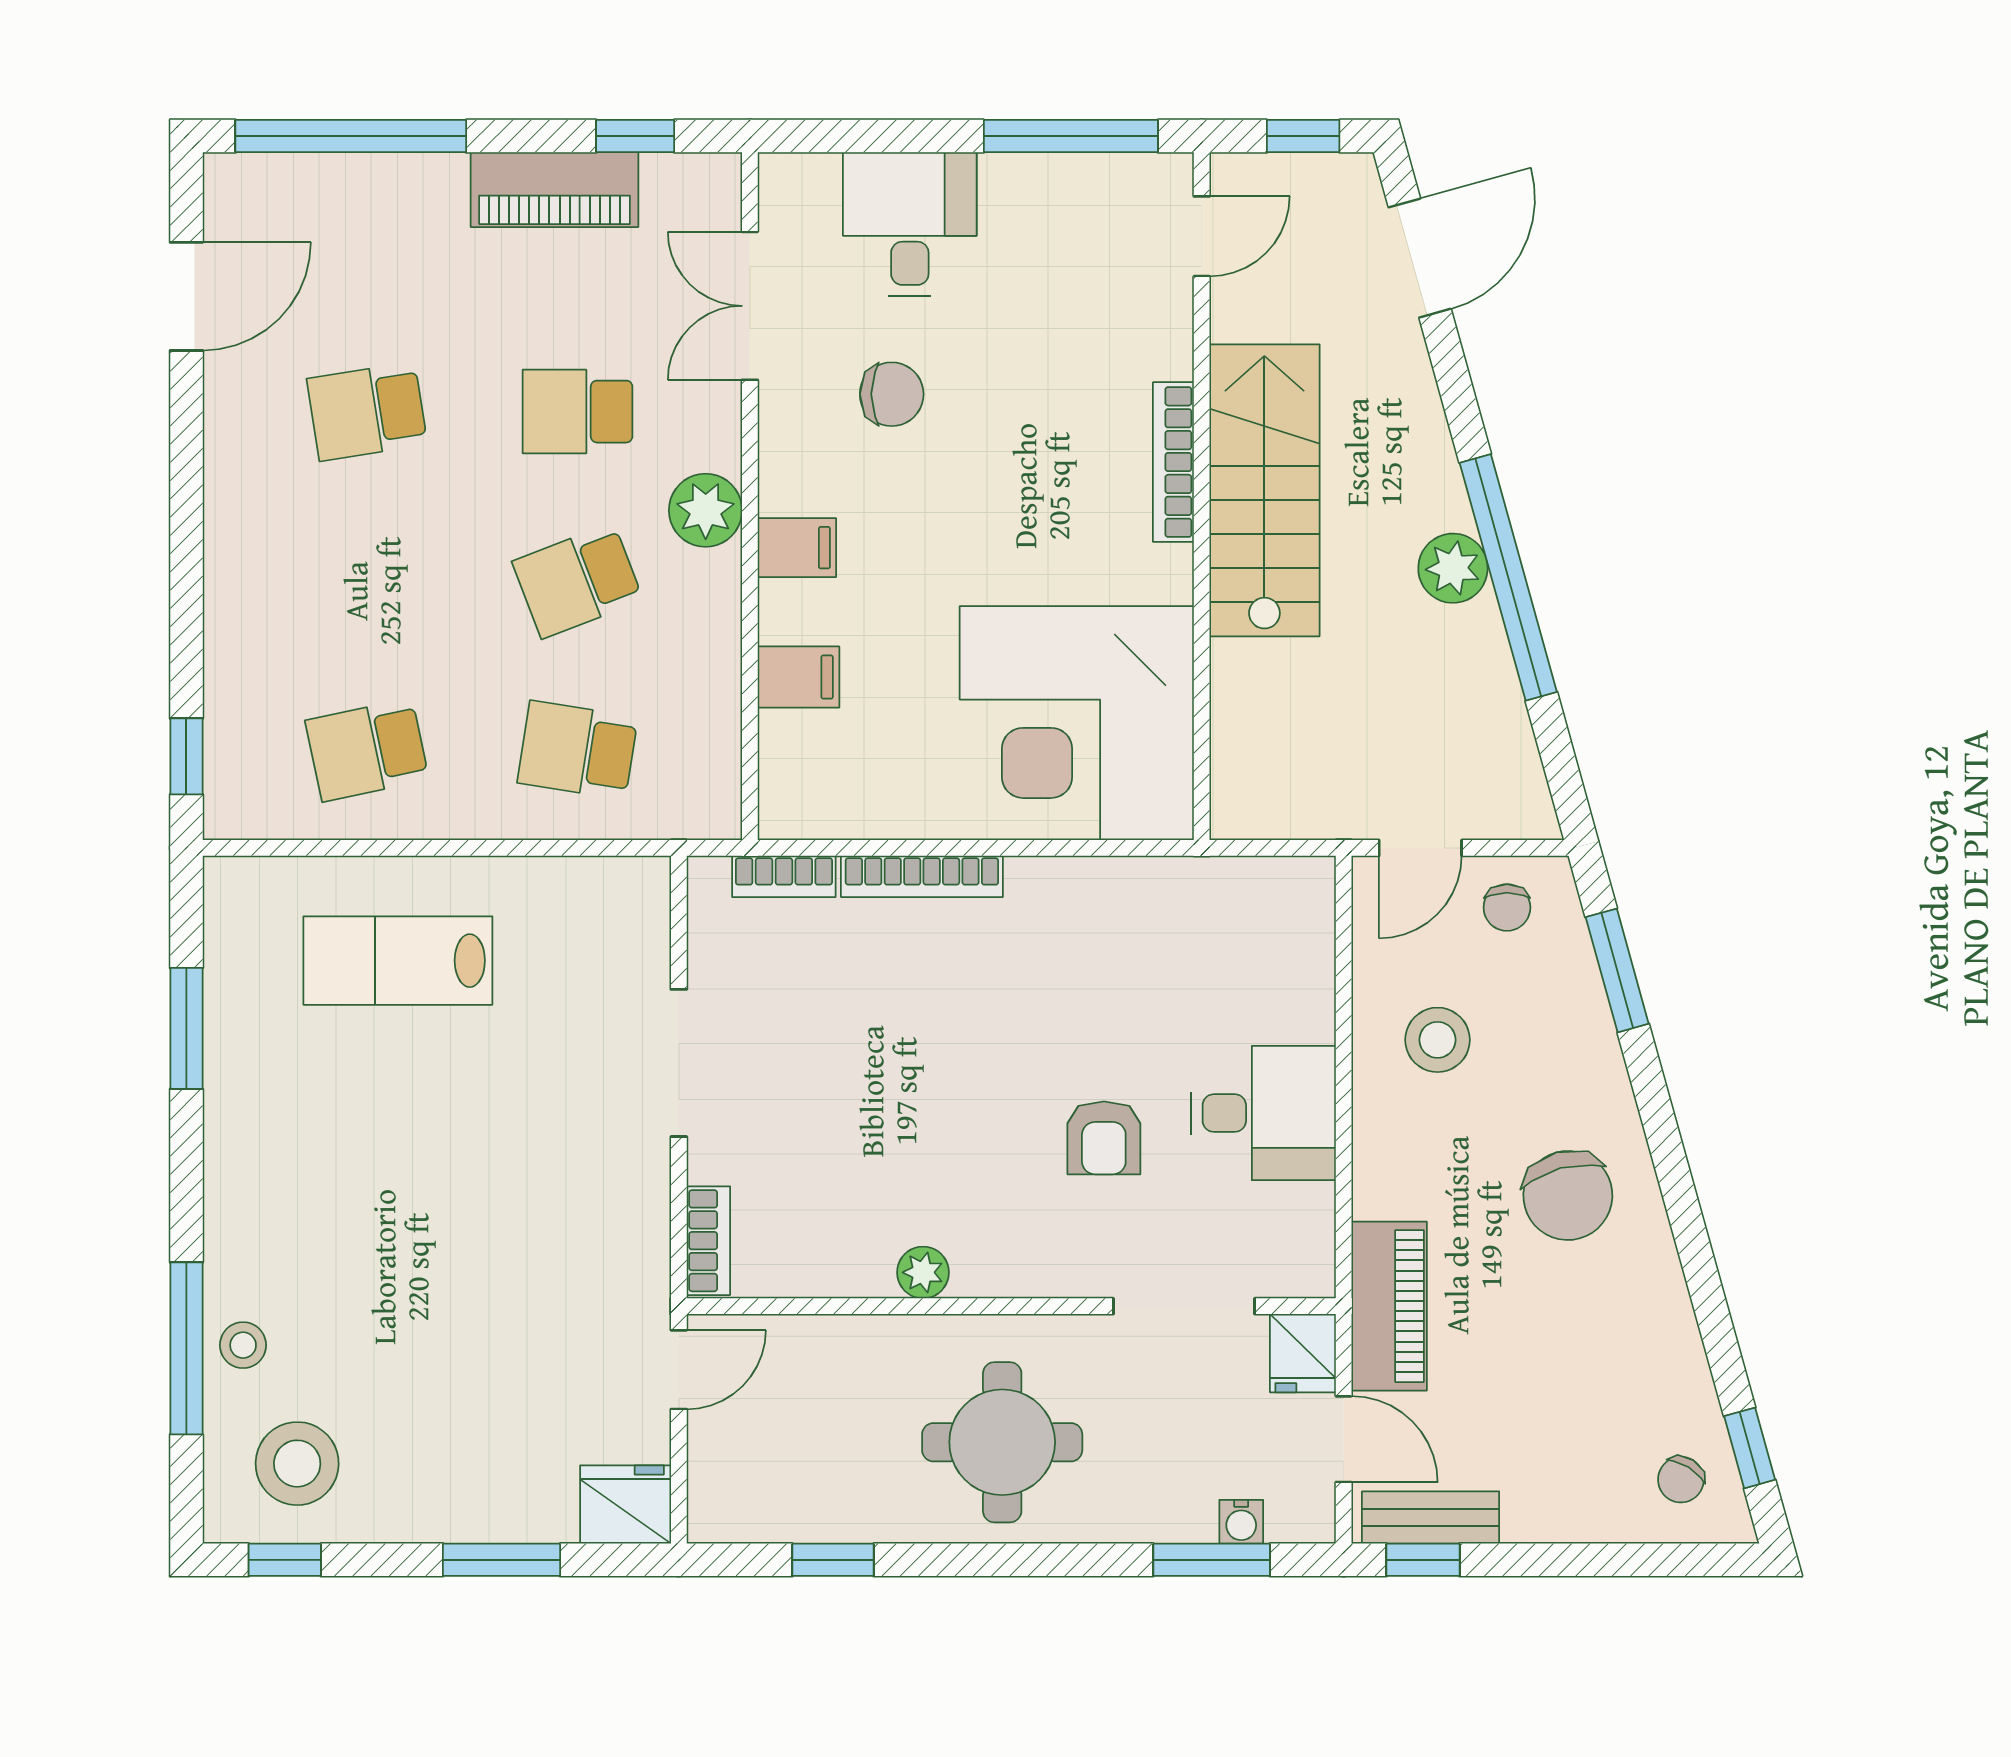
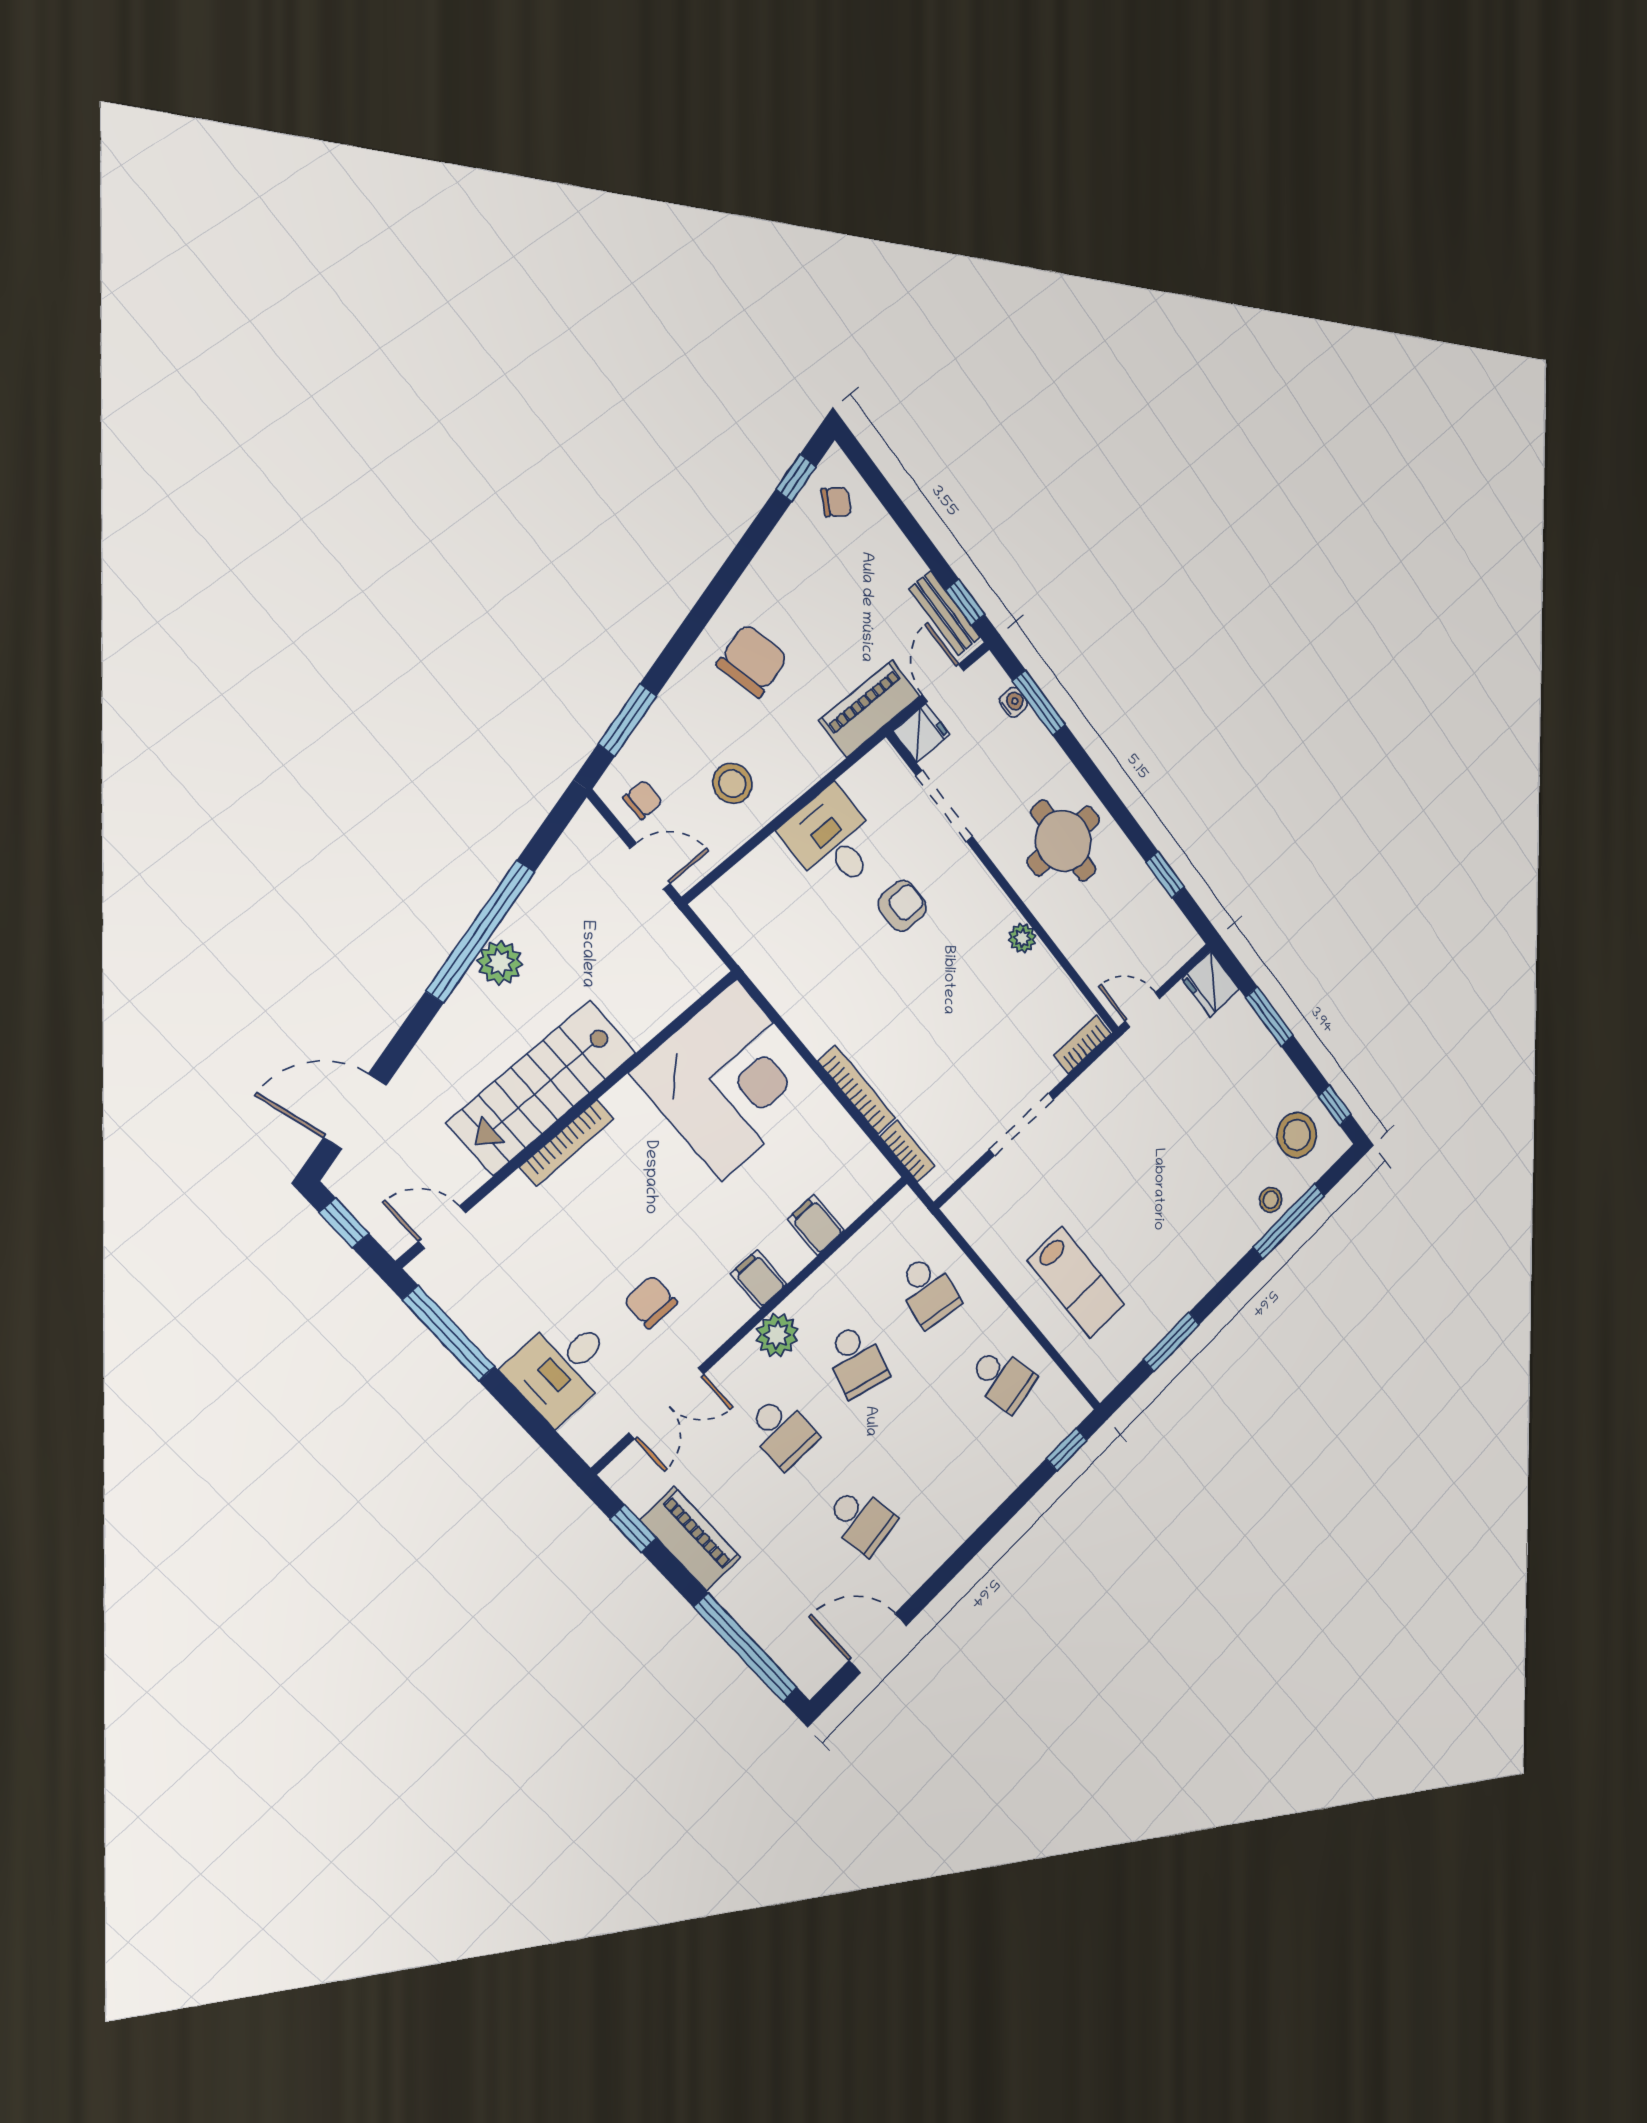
school desk: (578, 581) -> (856, 1360), turned 36

